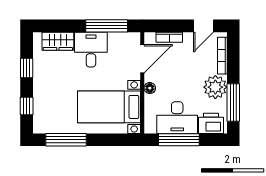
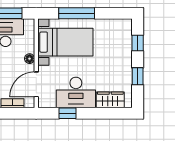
window: (107, 26) -> (67, 113), width x0.46
desk: (91, 50) -> (76, 92), width x1.37
window: (66, 140) -> (77, 13), moved

